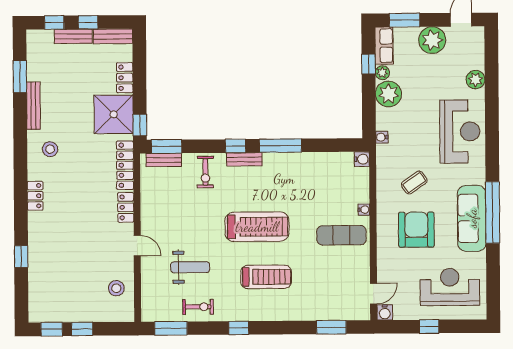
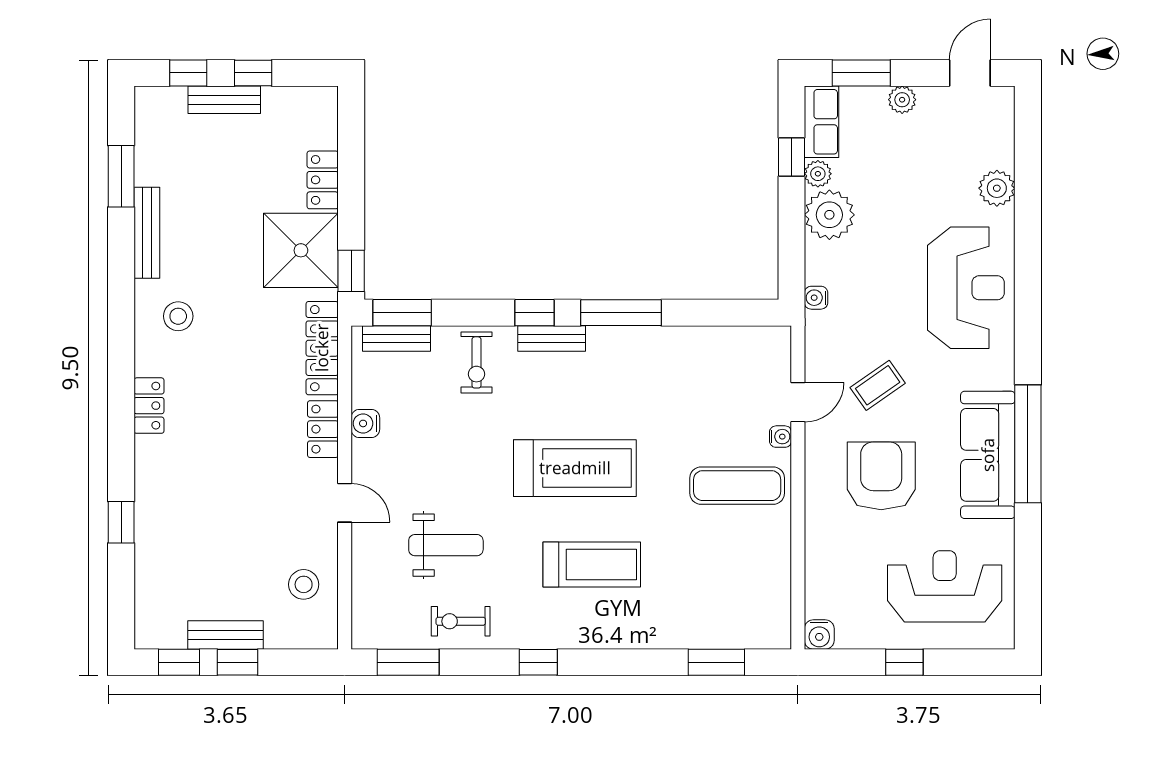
bench: (113, 36) -> (225, 635), moved
plant: (432, 40) -> (902, 100), width x0.53, depth x0.53
water cooler: (362, 159) -> (365, 423), moved, turned 180
door: (373, 294) -> (798, 402), moved
exercise bike: (198, 307) -> (461, 621), turned 180

